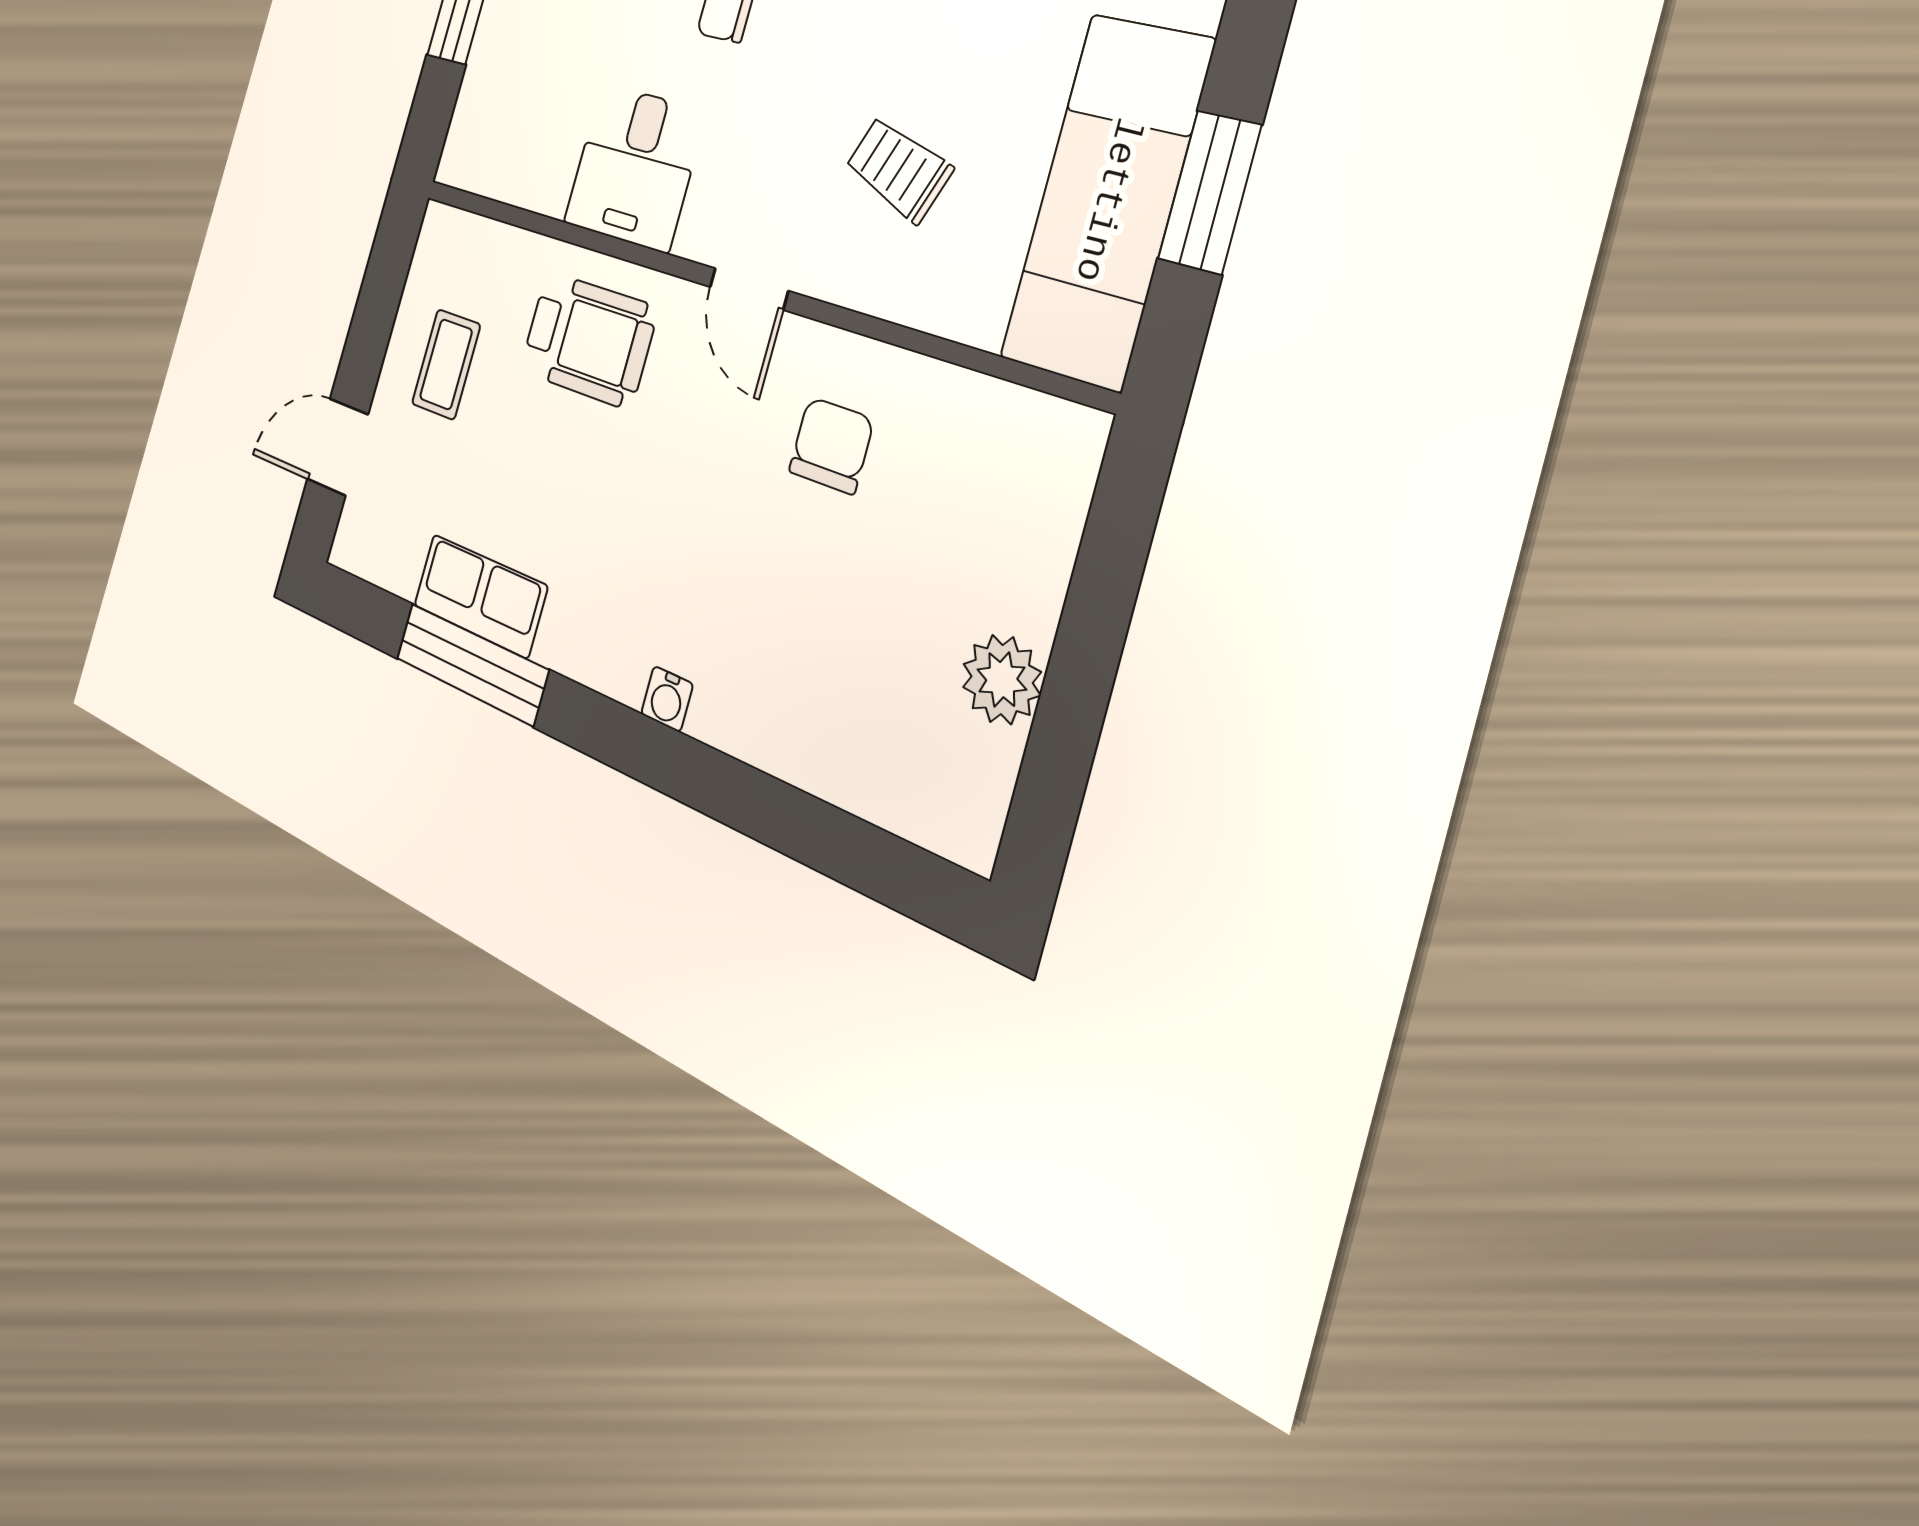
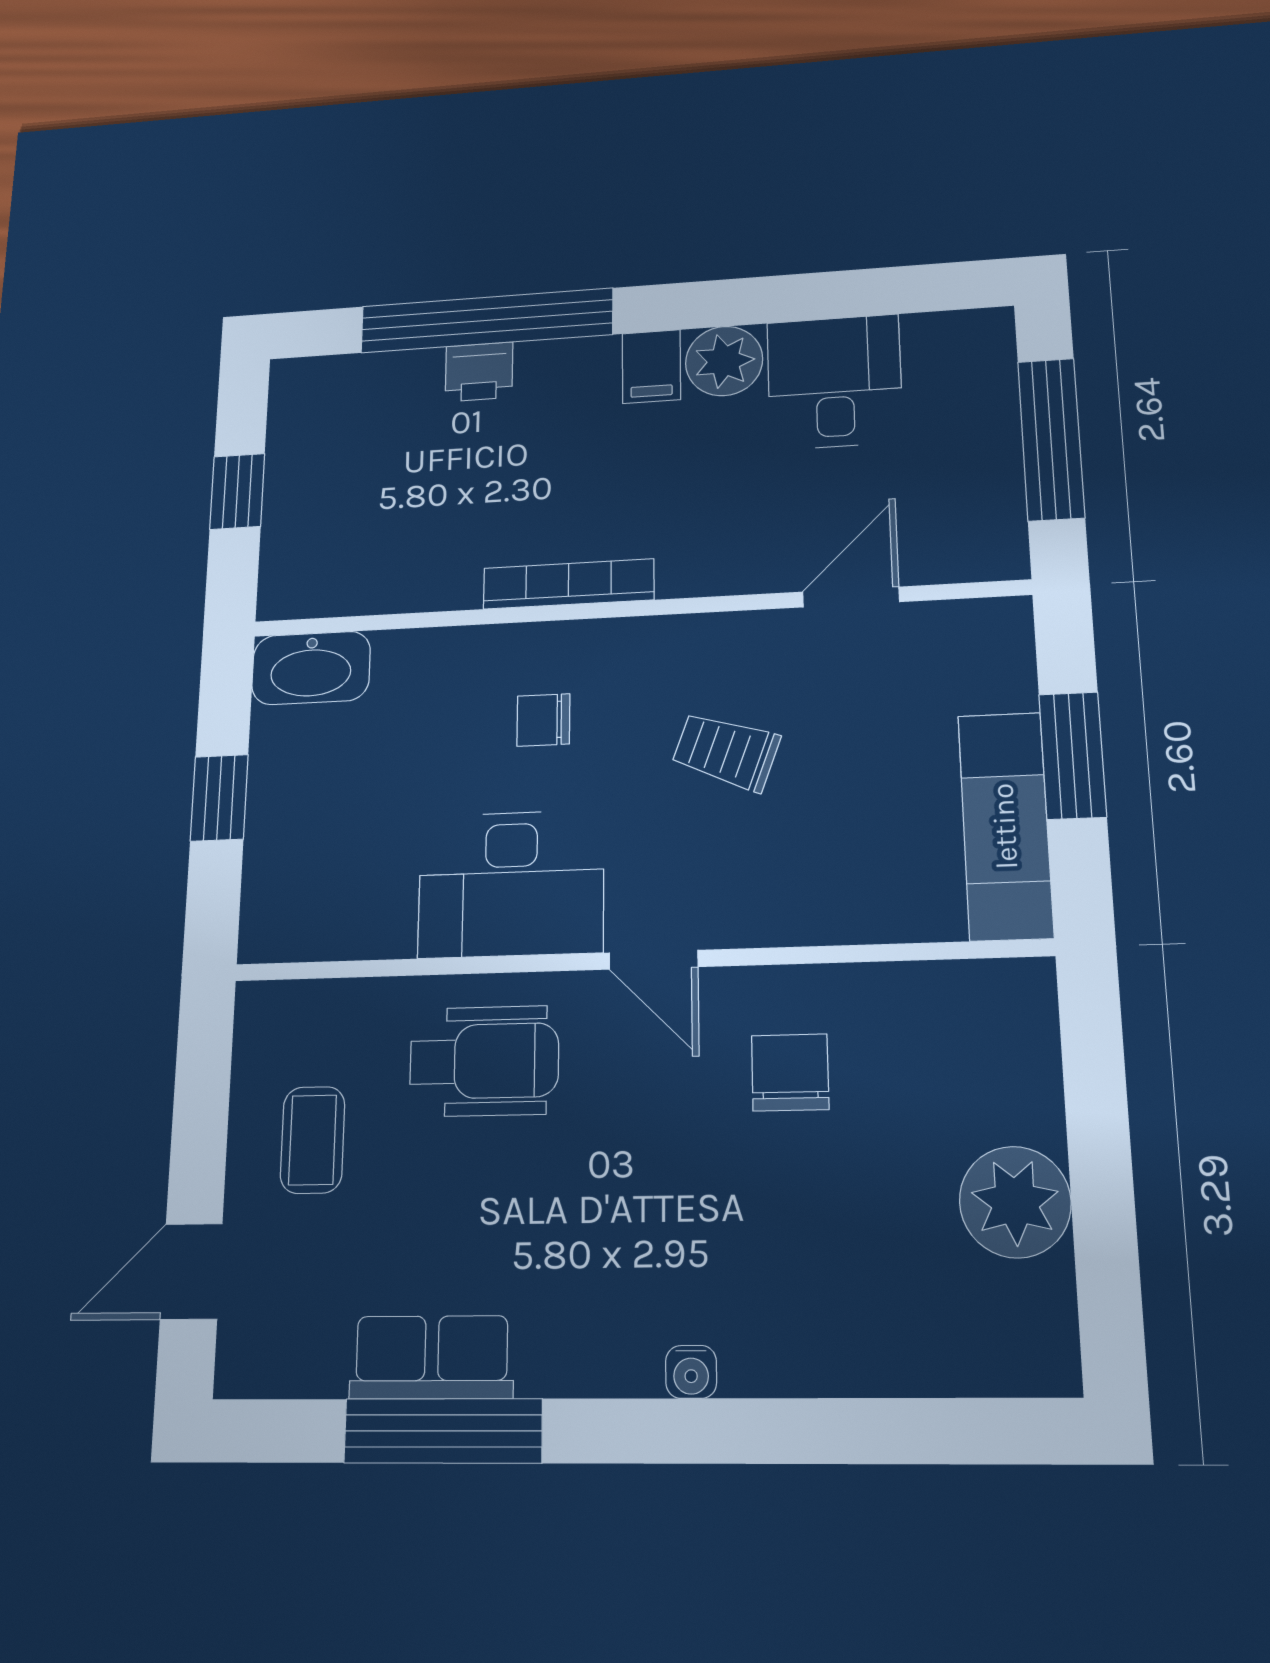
desk: (635, 167) -> (511, 884), width x1.37
trolley: (898, 169) -> (726, 751), moved
exam couch: (1107, 200) -> (1005, 826), width x0.73, depth x0.69
plant: (1002, 680) -> (1015, 1202), width x1.36, depth x1.36

